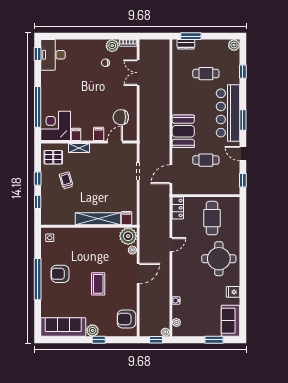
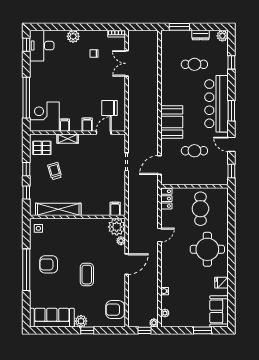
dresser: (186, 44) -> (201, 35), moved
plant: (112, 46) -> (73, 36), moved
shelving: (98, 219) -> (58, 209), moved

